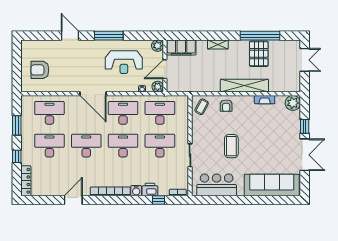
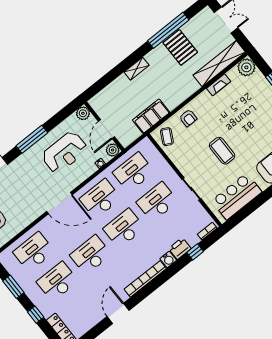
filing cabinet: (181, 48) -> (151, 116), moved, turned 180
shelving: (244, 86) -> (219, 64), moved

